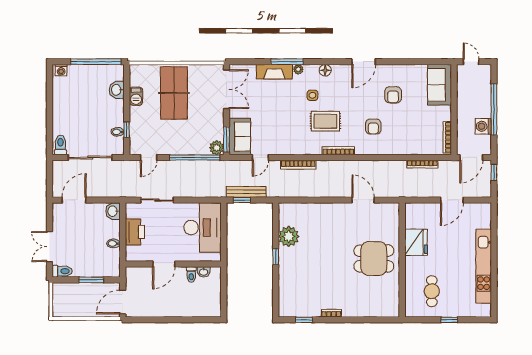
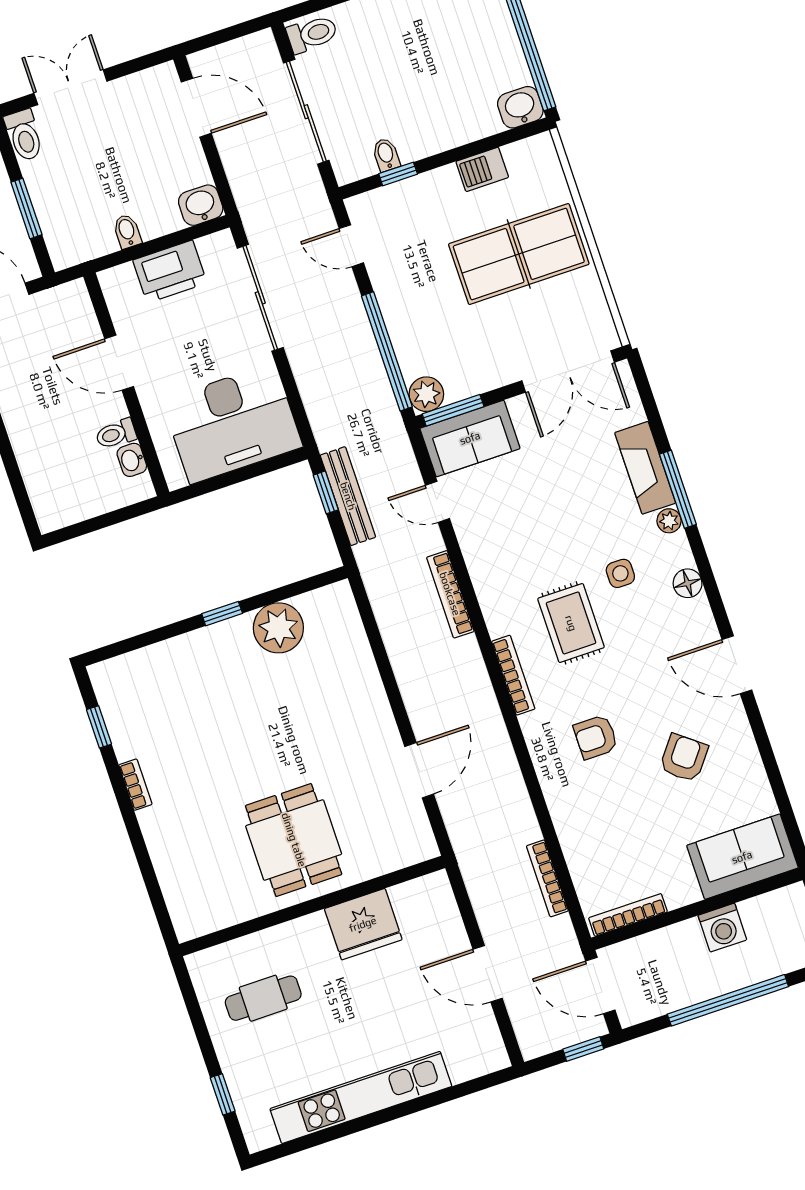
washbasin: (117, 90) -> (520, 107), moved
armchair: (393, 95) -> (684, 758), turned 128
washing machine: (483, 126) -> (722, 928), moved, turned 180
sliding door: (157, 200) -> (260, 298), width x1.37
window: (449, 320) -> (223, 1094), moved

